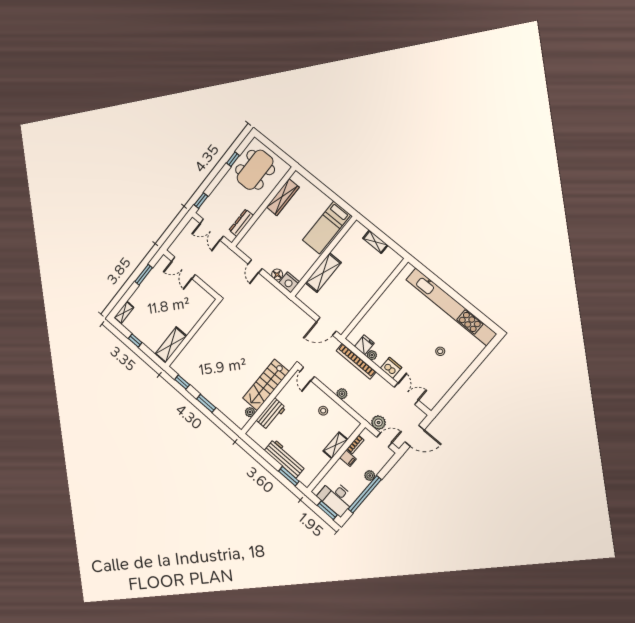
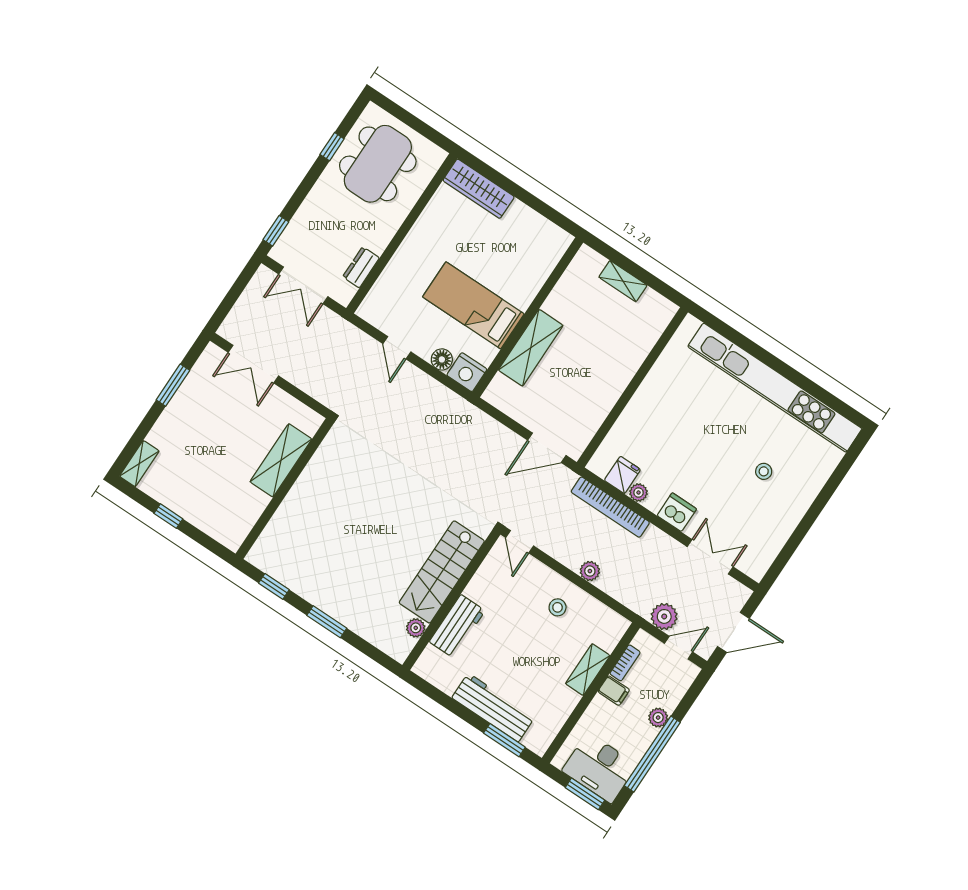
wardrobe: (283, 197) -> (479, 189), moved, turned 90
dresser: (241, 223) -> (361, 267), width x0.70
bed: (327, 228) -> (473, 305), moved, turned 90
shelving: (171, 345) -> (281, 460), moved

